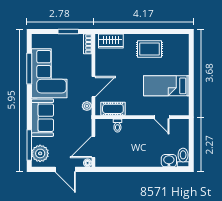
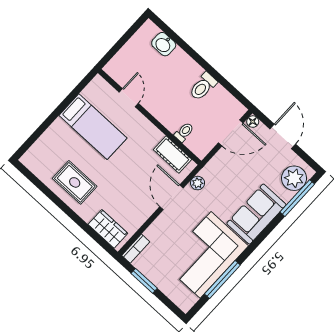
door: (93, 87) -> (171, 197), hinge flipped
toilet: (183, 157) -> (203, 87), moved

